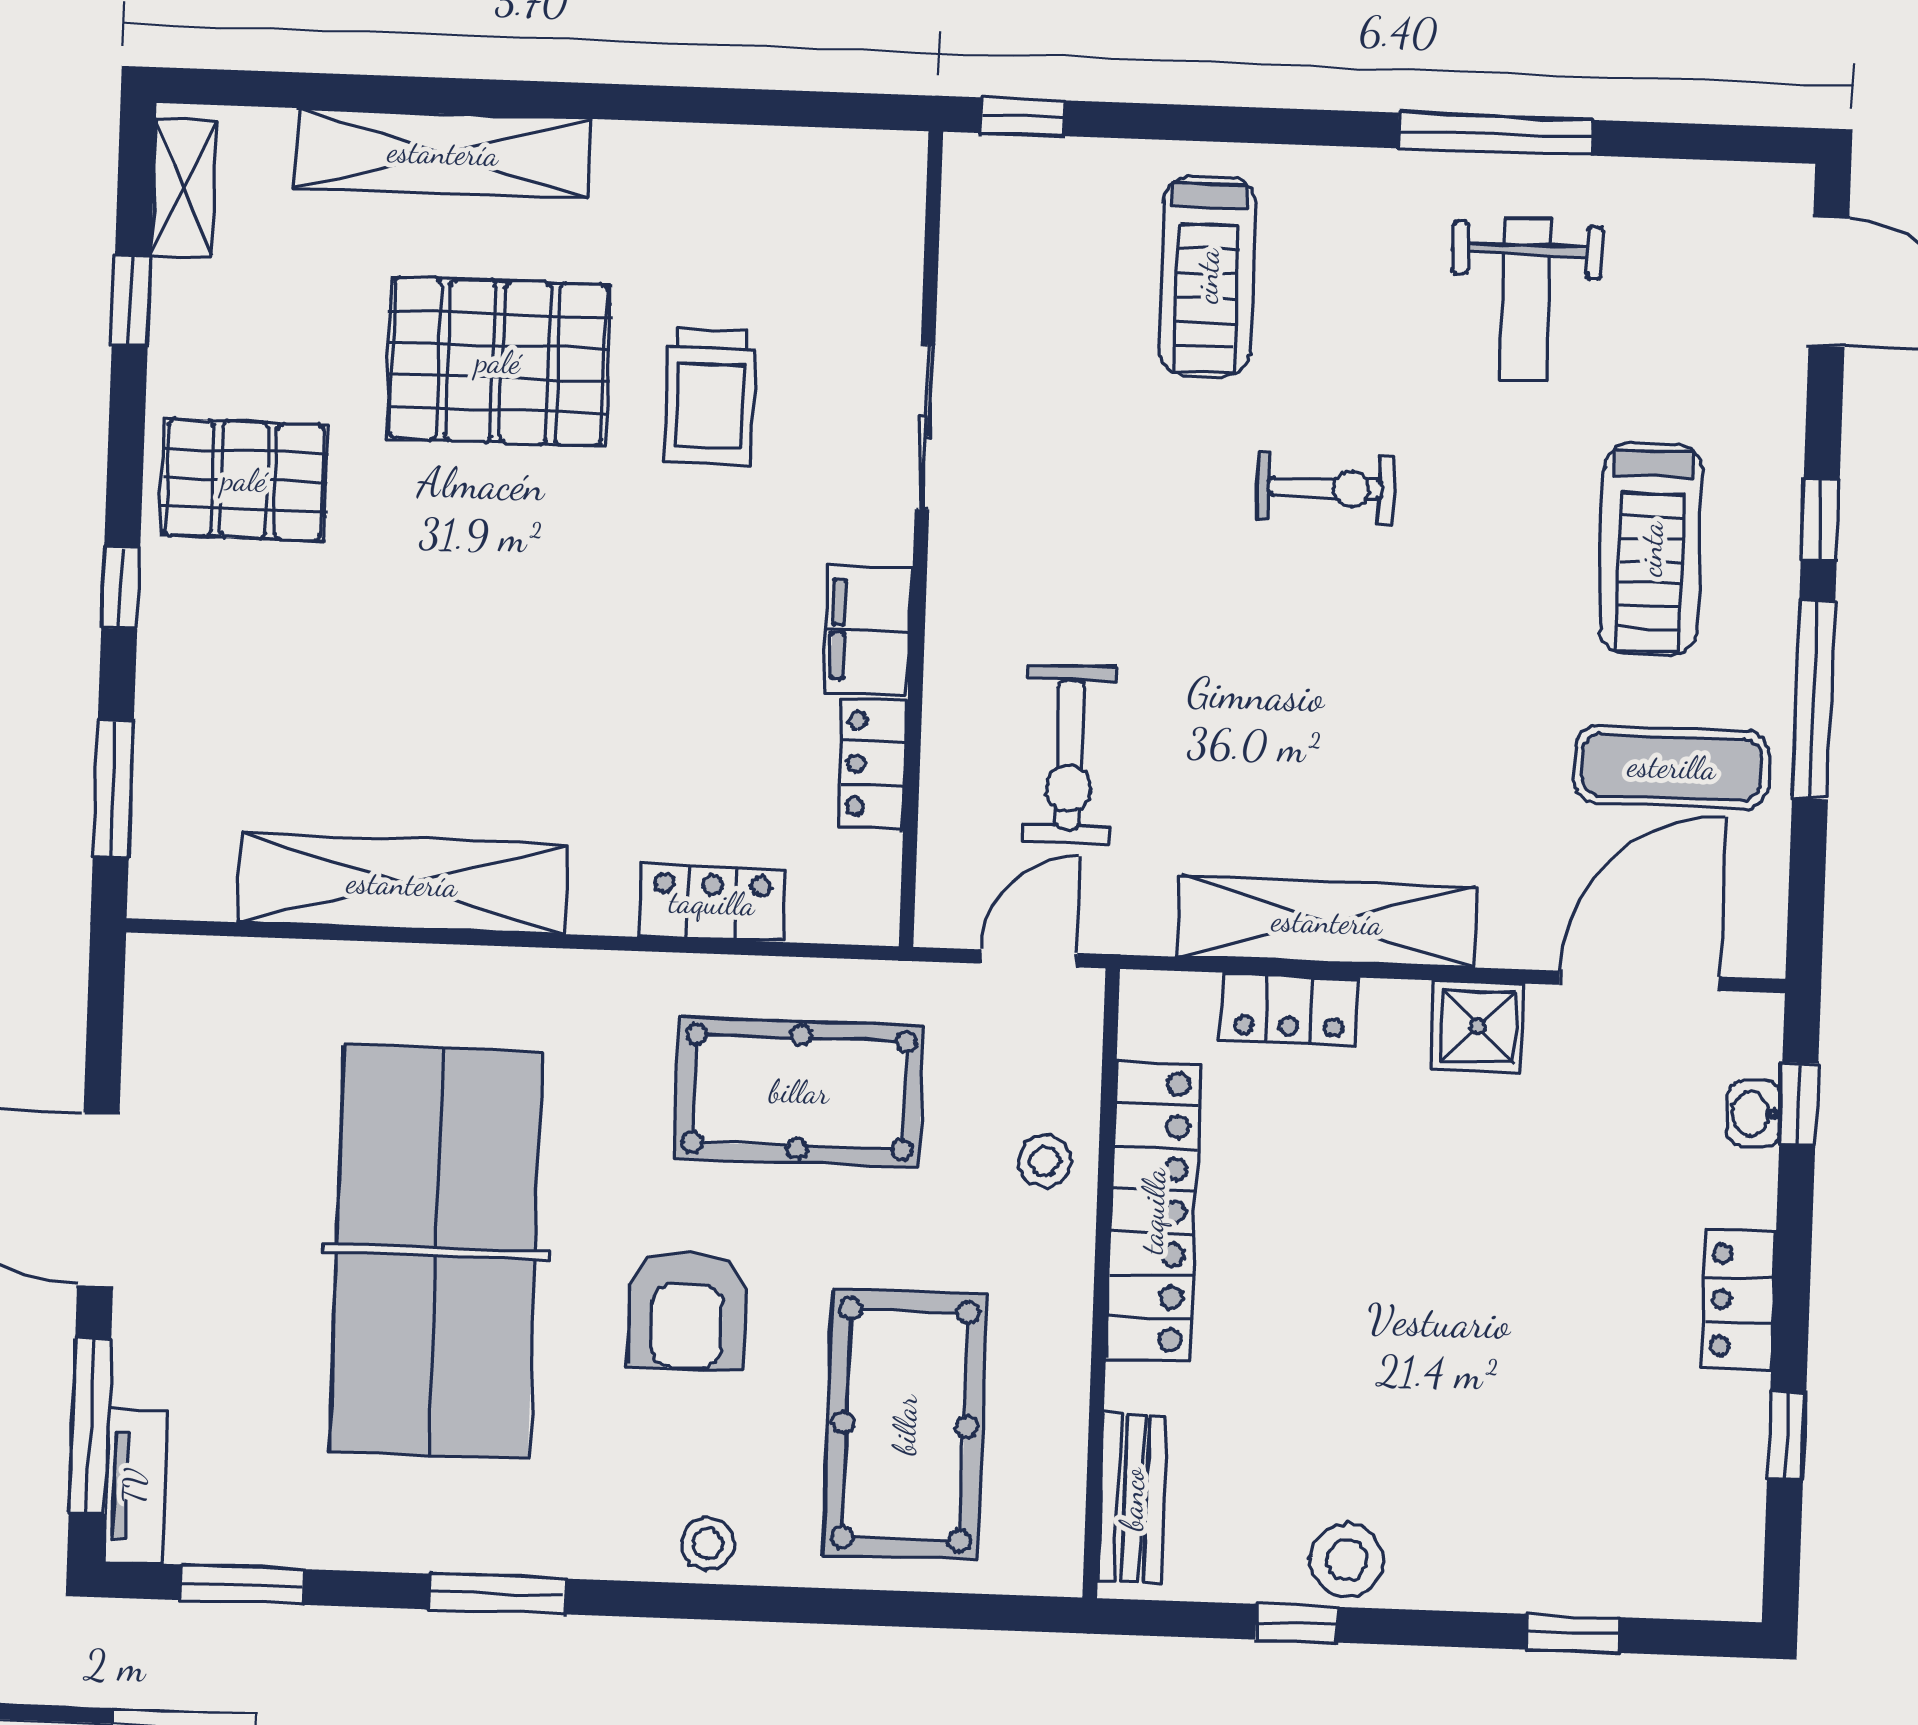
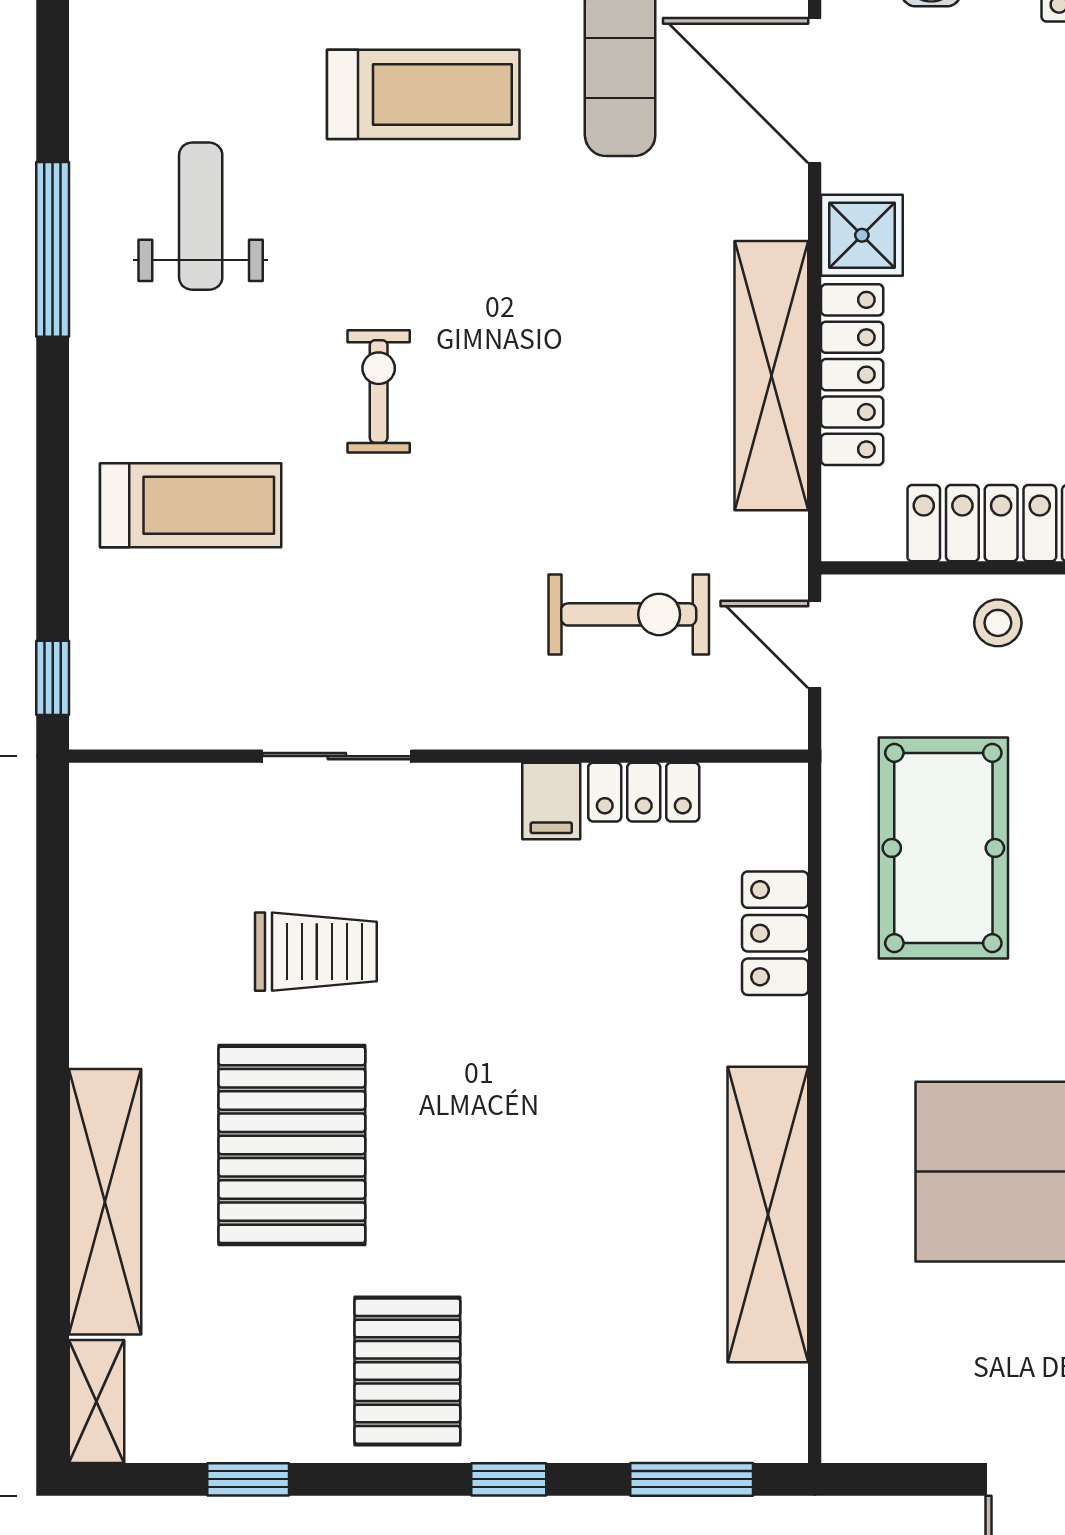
shelving: (184, 188) -> (96, 1401), moved, turned 90
weight bench: (1526, 299) -> (201, 216), turned -90
filing cabinet: (868, 630) -> (551, 801), width x0.50
locker: (1289, 1009) -> (852, 375), width x1.53

